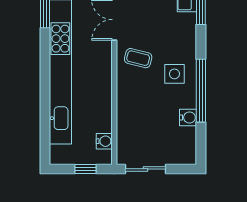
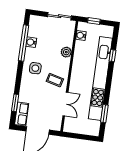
window: (201, 91) -> (24, 43), moved
plant: (125, 109) -> (66, 52), added
window: (45, 114) -> (112, 56), added

